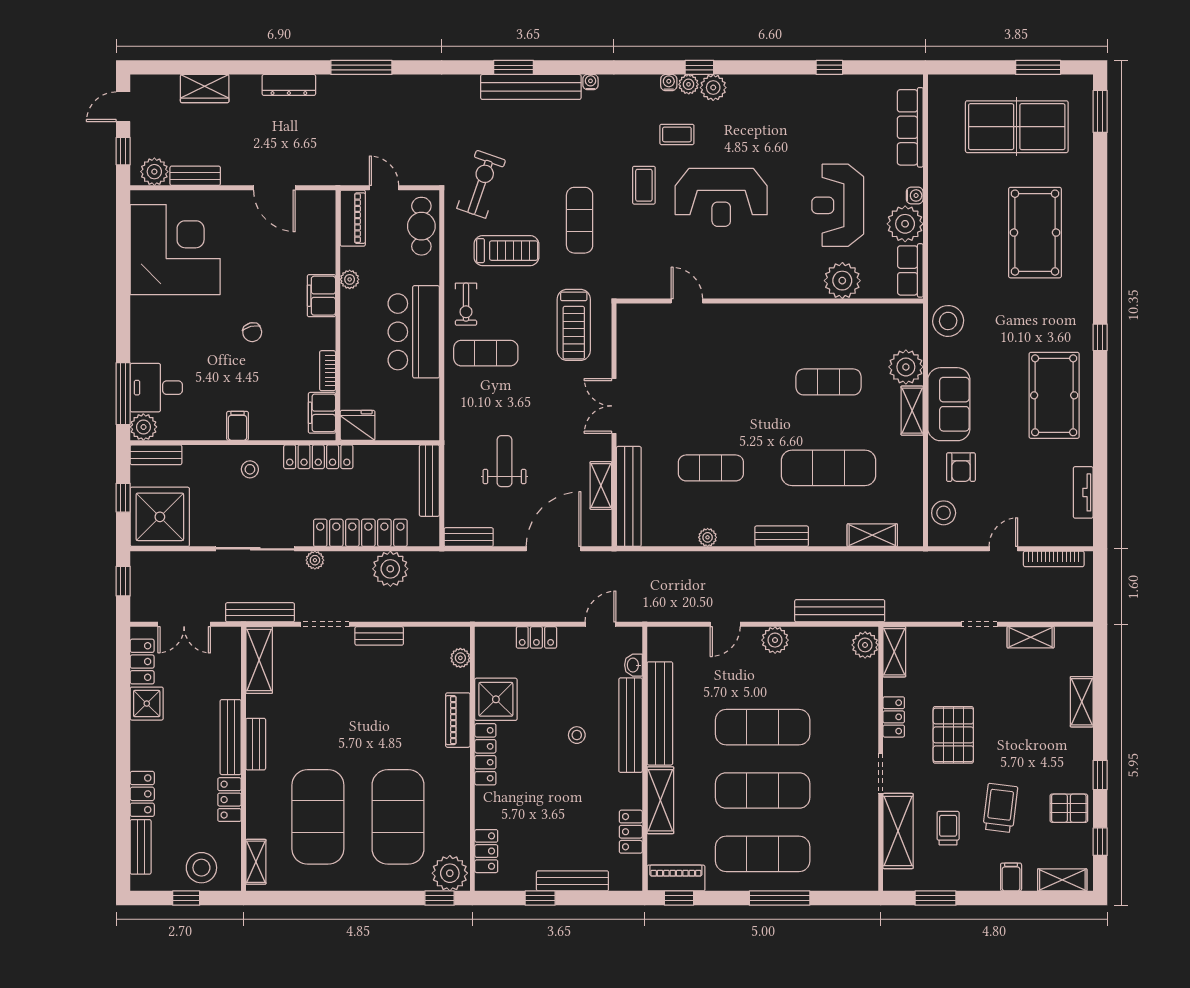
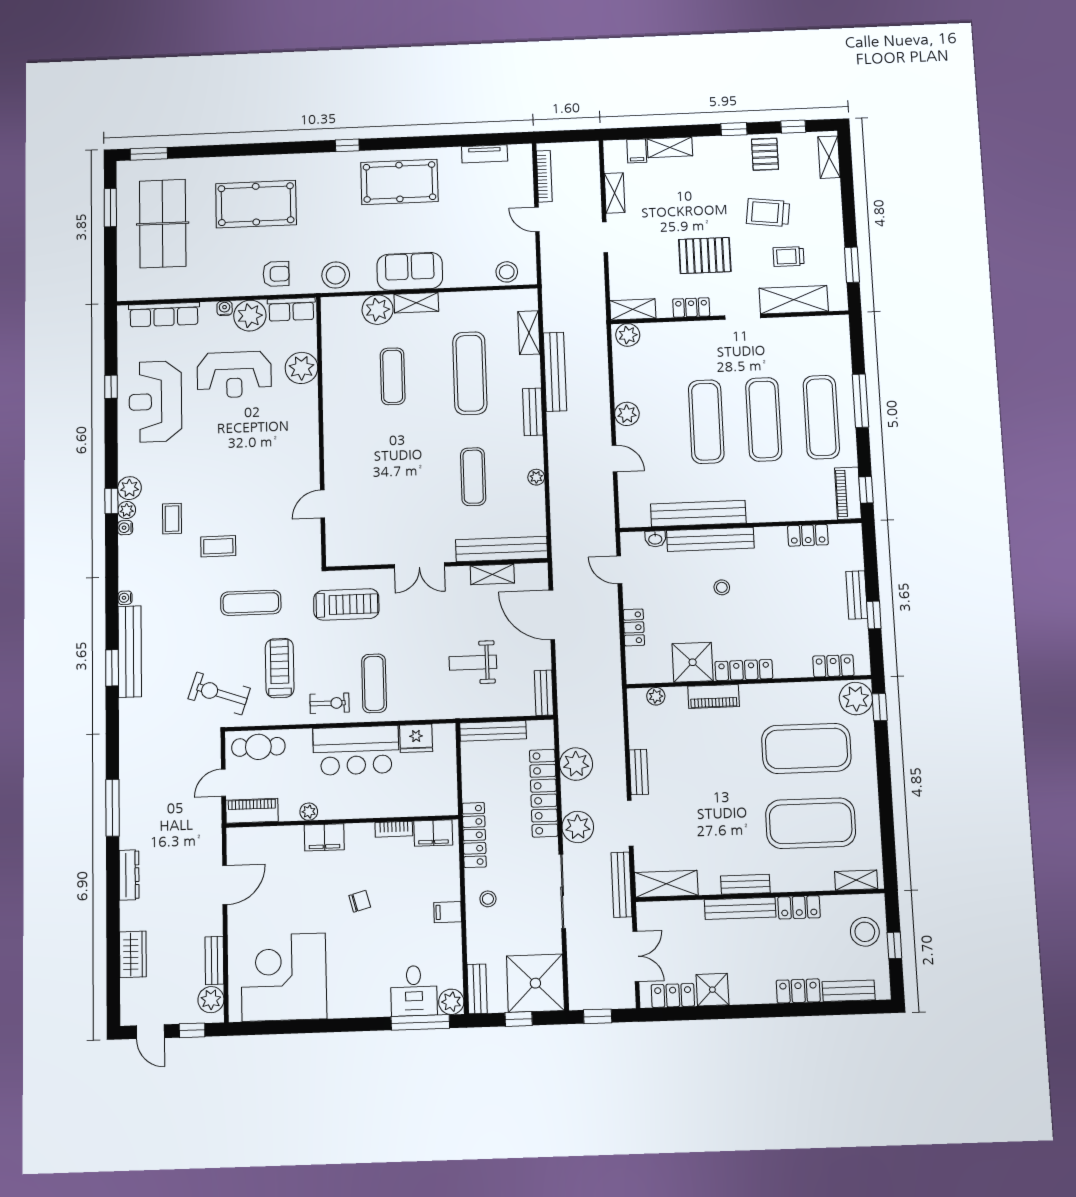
reception desk: (721, 197) -> (155, 401), moved, turned 180
fridge: (358, 425) -> (416, 738), moved, turned -90
armchair: (961, 467) -> (276, 274), moved
plant: (315, 560) -> (578, 827), width x1.88, depth x1.88
bench: (840, 611) -> (555, 372), moved
shelving: (660, 800) -> (778, 510), removed
filing cabinet: (1011, 877) -> (637, 151), moved, turned -90
bench: (572, 881) -> (857, 595), width x0.73

